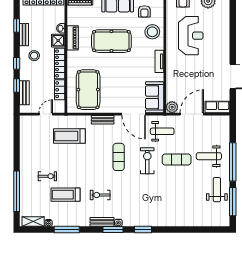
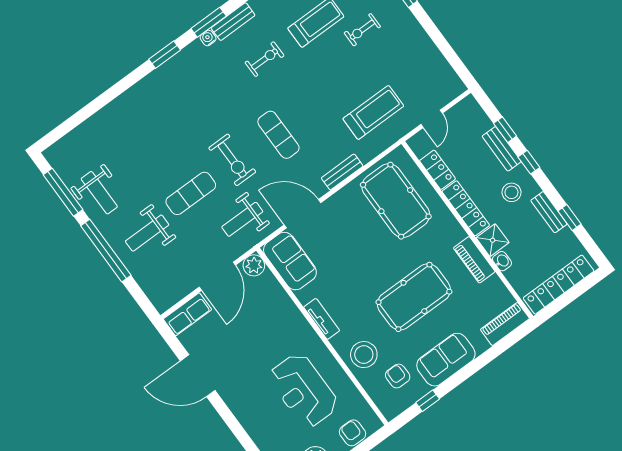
bench: (24, 93) -> (502, 149), moved
weight bench: (209, 156) -> (147, 233), turned 180

